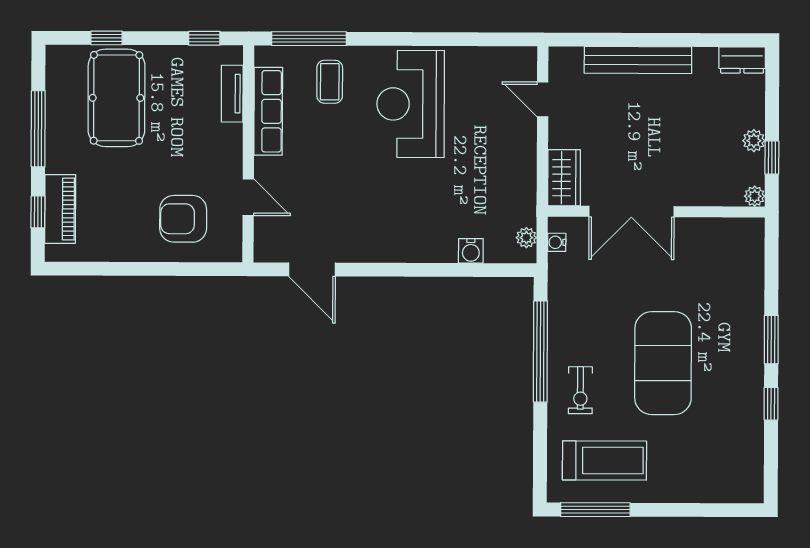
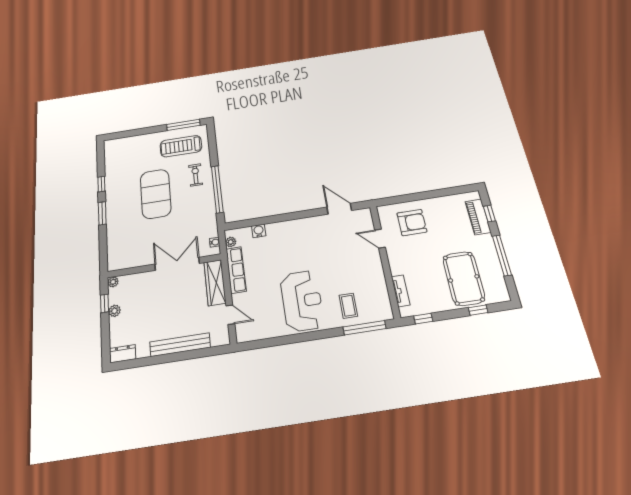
row of seats: (268, 111) -> (236, 270), moved, turned 180
wardrobe: (564, 178) -> (215, 282), width x1.50

